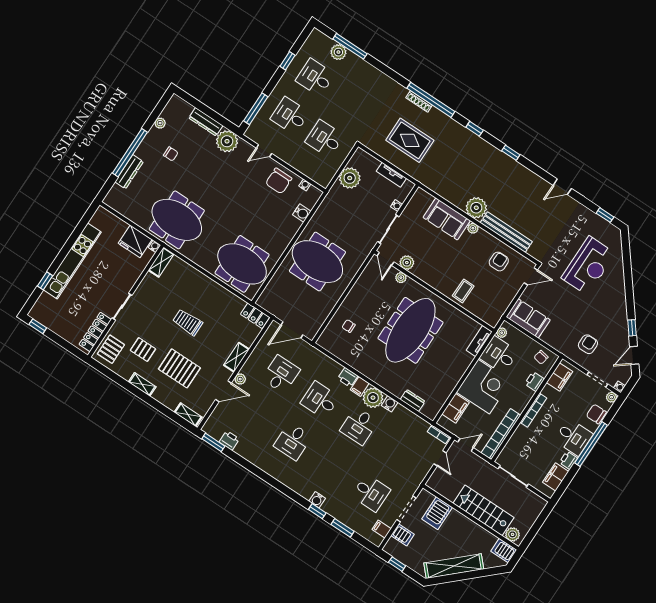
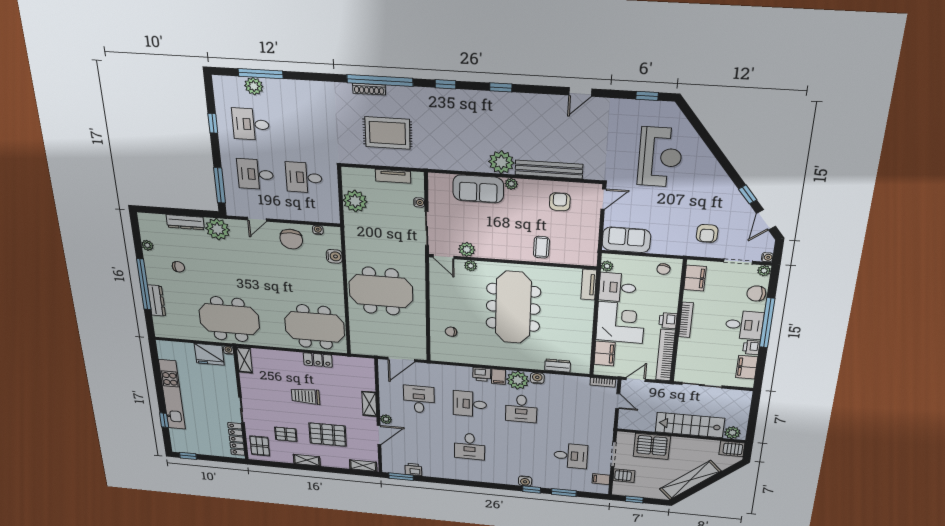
locker: (255, 316) -> (318, 360), moved
armchair: (588, 344) -> (707, 233), turned 180
printer: (535, 381) -> (668, 321), moved
server rack: (437, 513) -> (652, 446), width x1.60

